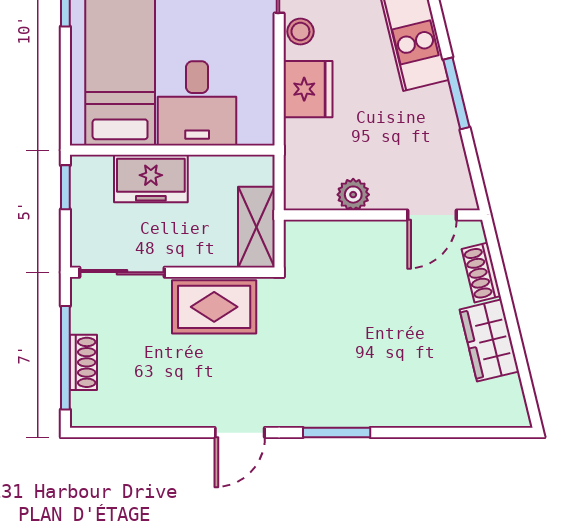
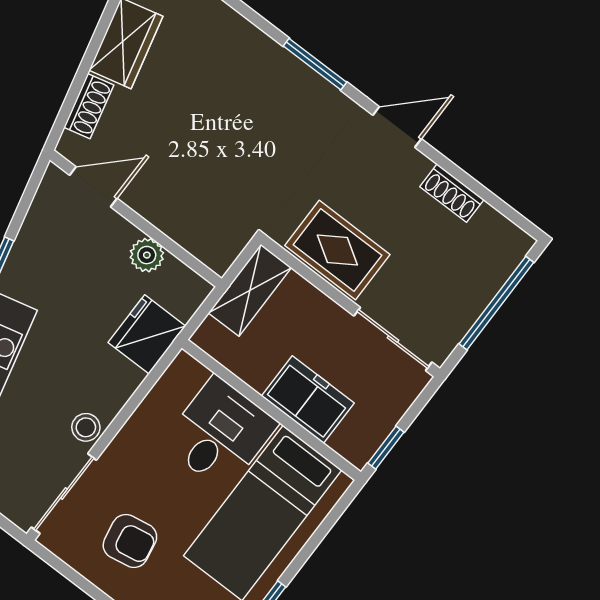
fridge: (308, 89) -> (147, 334), moved
shoe rack: (83, 362) -> (452, 193), moved, turned -90

